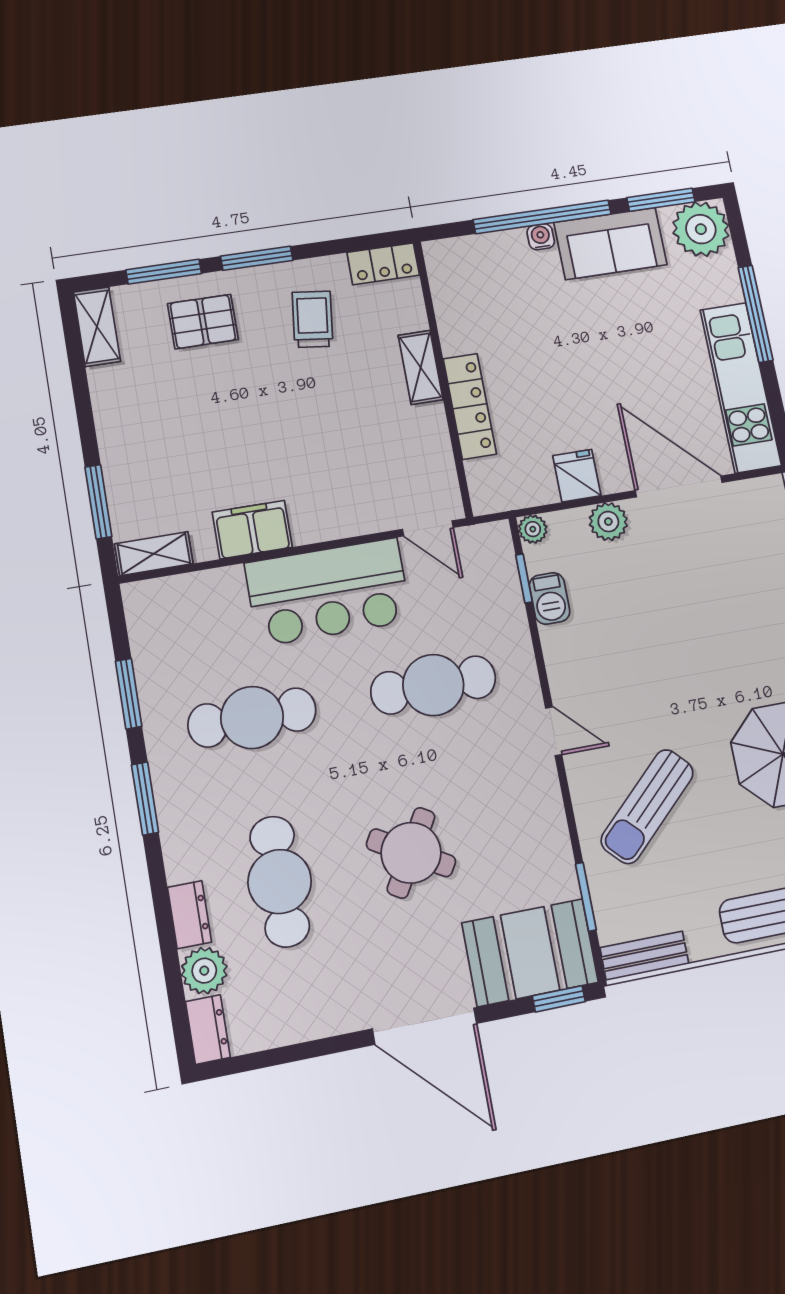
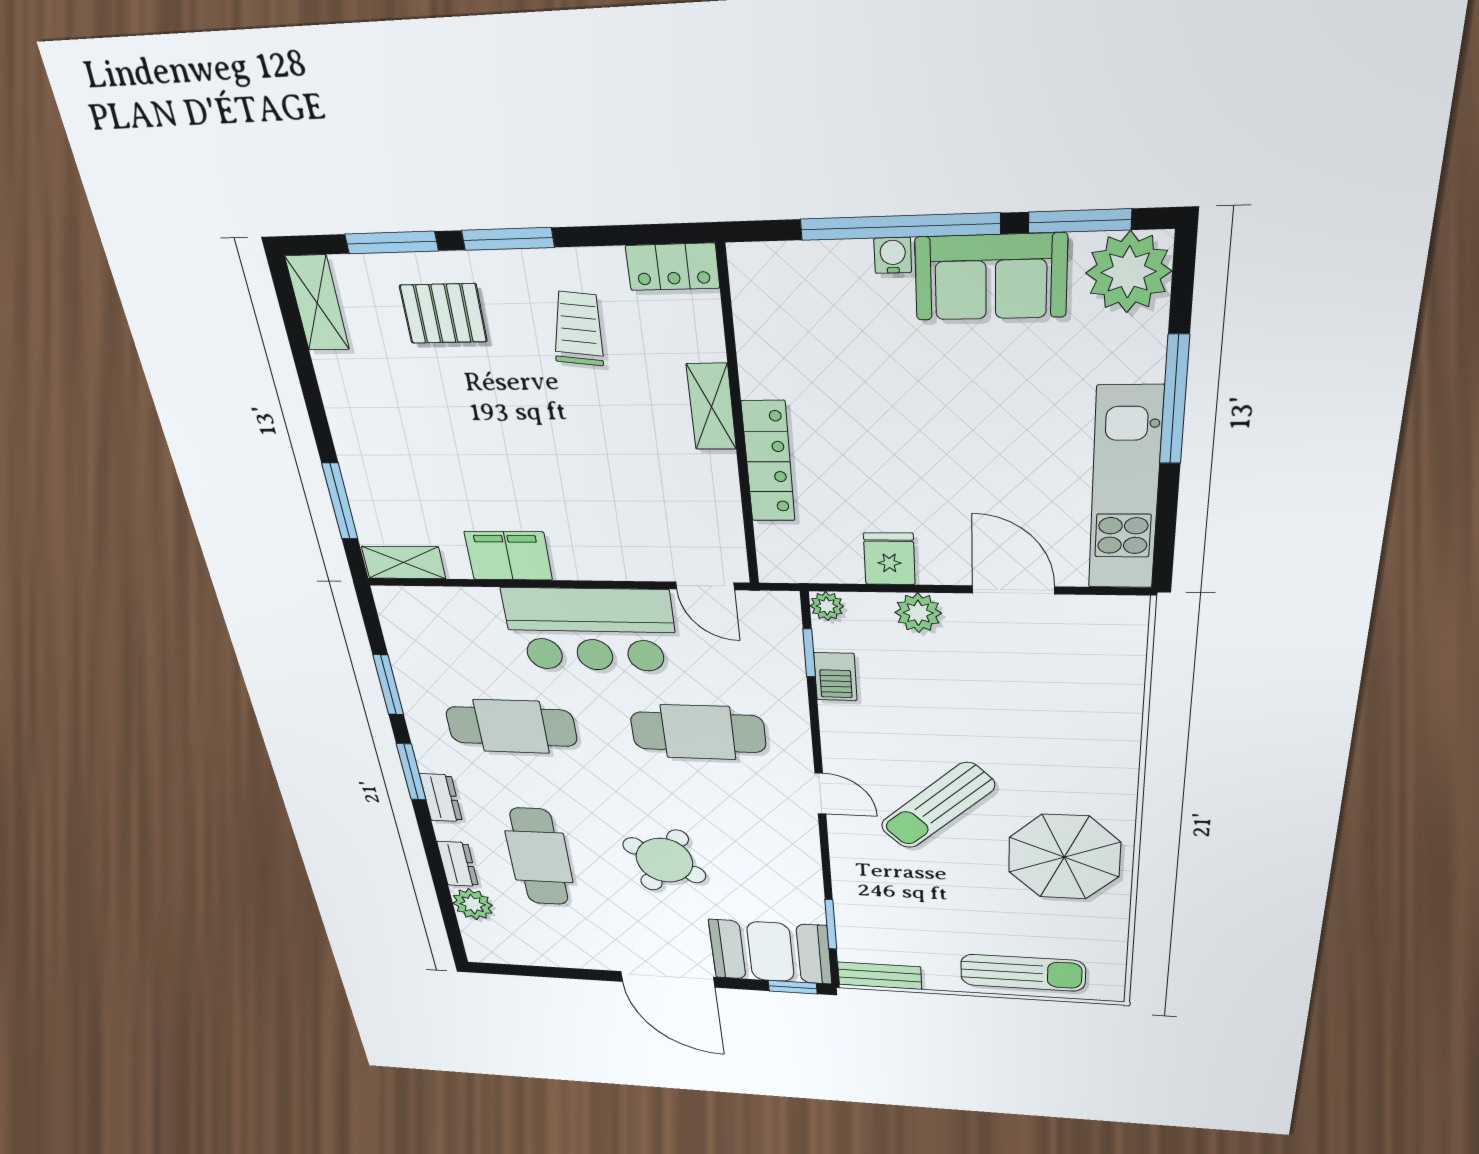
door: (679, 486) -> (1013, 590), width x0.73
sun lounger: (647, 806) -> (937, 806), moved
dresser: (208, 1029) -> (441, 798), moved

